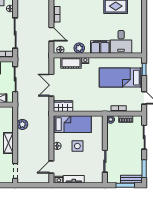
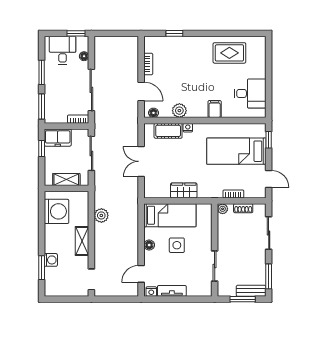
desk: (121, 42) -> (250, 93), moved, turned -90
filing cabinet: (100, 47) -> (215, 109), width x0.50
wardrobe: (63, 106) -> (184, 190), moved

